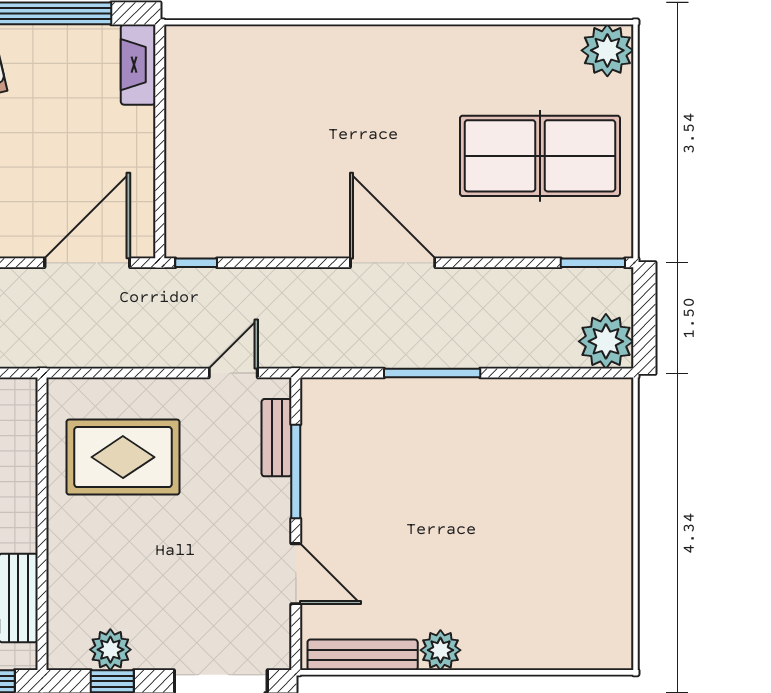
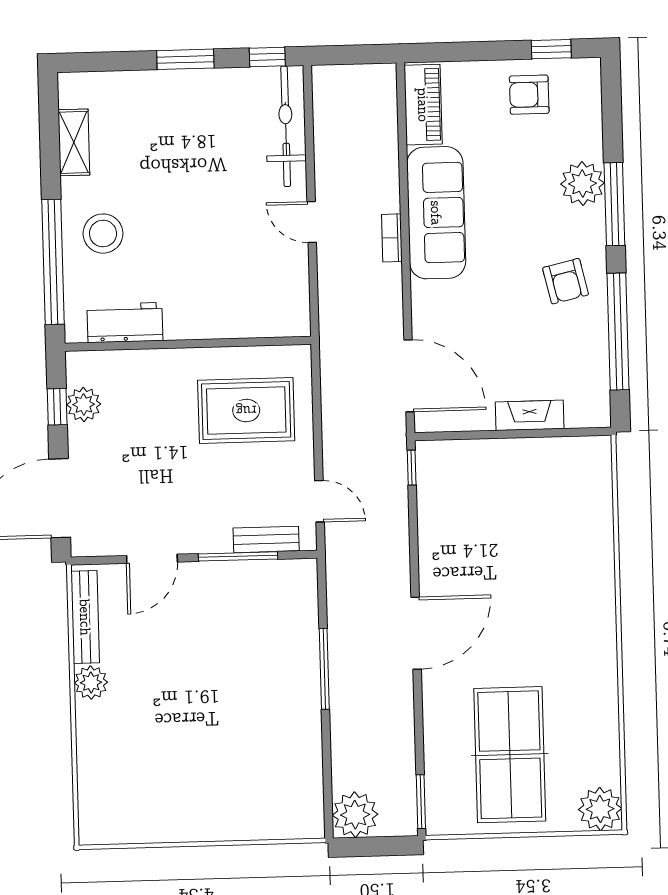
fireplace: (138, 65) -> (530, 415), moved
rug: (123, 457) -> (246, 411), turned 90

